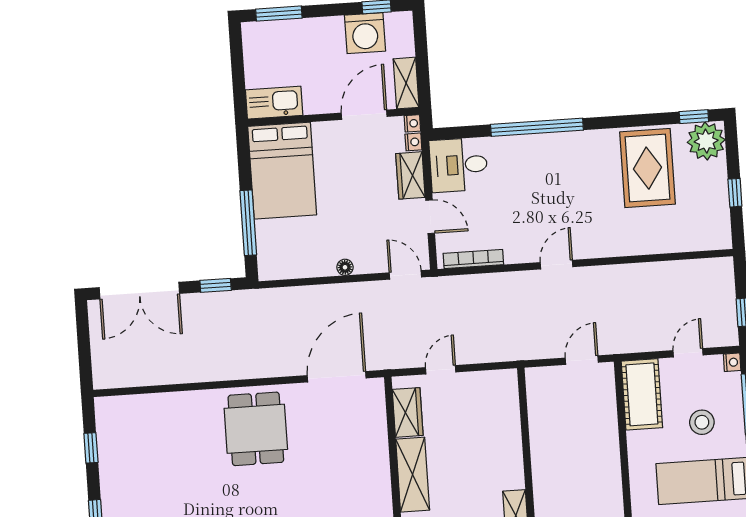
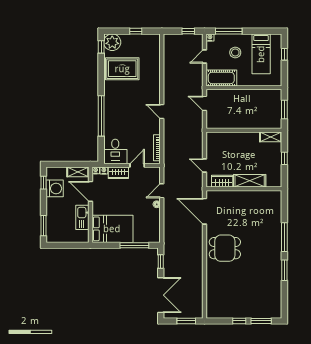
kitchen sink: (274, 103) -> (82, 217), moved
door: (405, 275) -> (162, 191), moved
window: (84, 352) -> (186, 321), added
door: (688, 353) -> (204, 56), hinge flipped
window: (91, 448) -> (239, 321), moved

